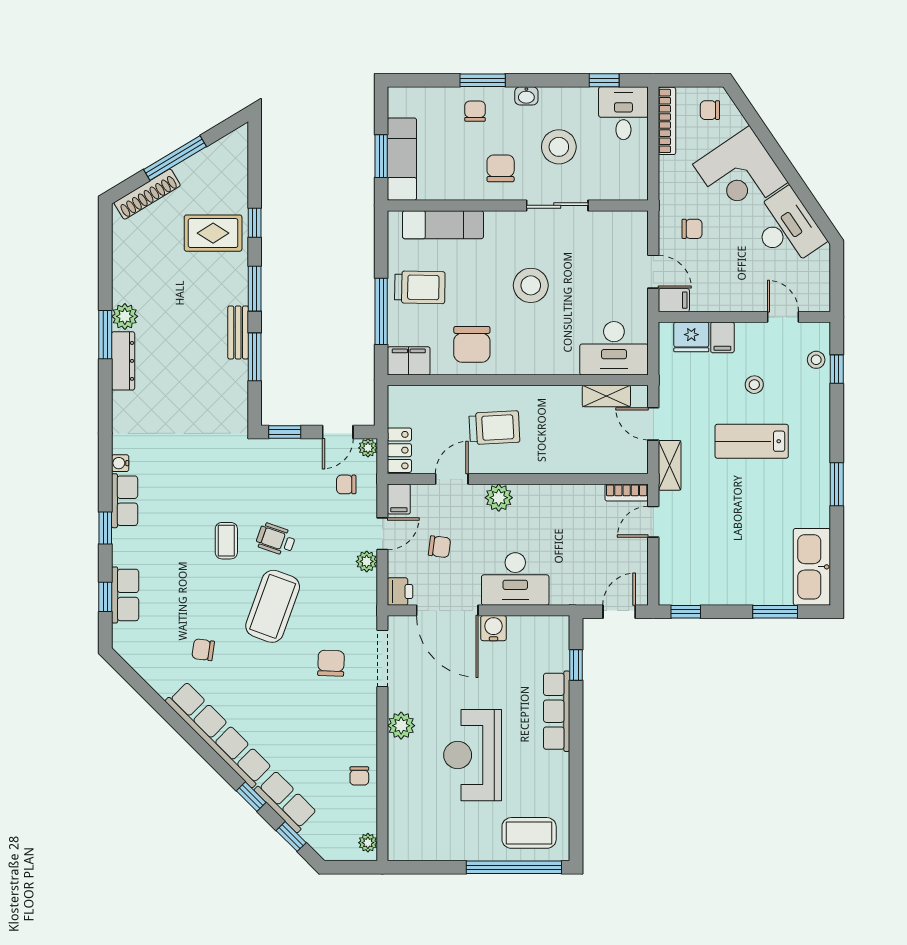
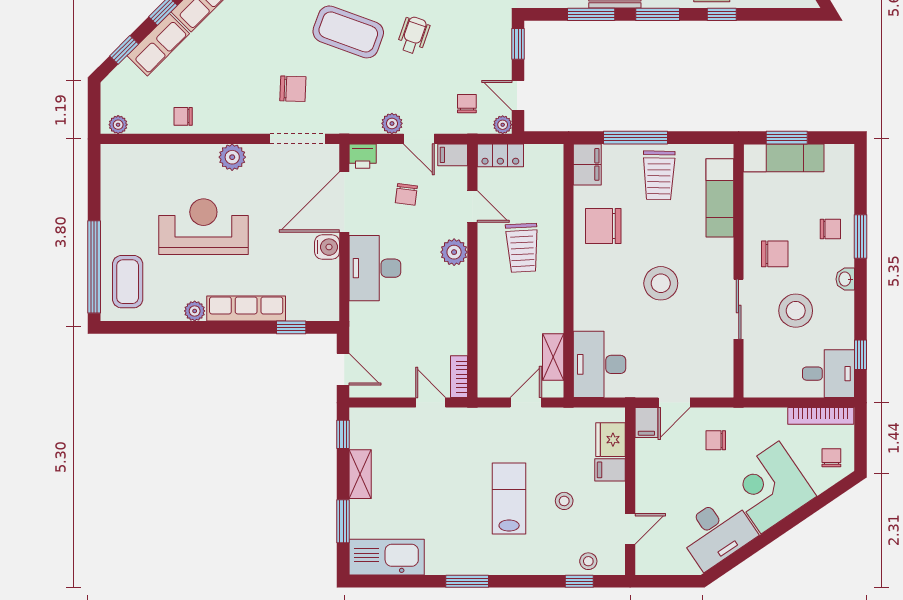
chair: (692, 229) -> (716, 440), turned 90
shelving: (670, 465) -> (360, 474), moved, turned 90
plant: (559, 764) -> (195, 311), added

